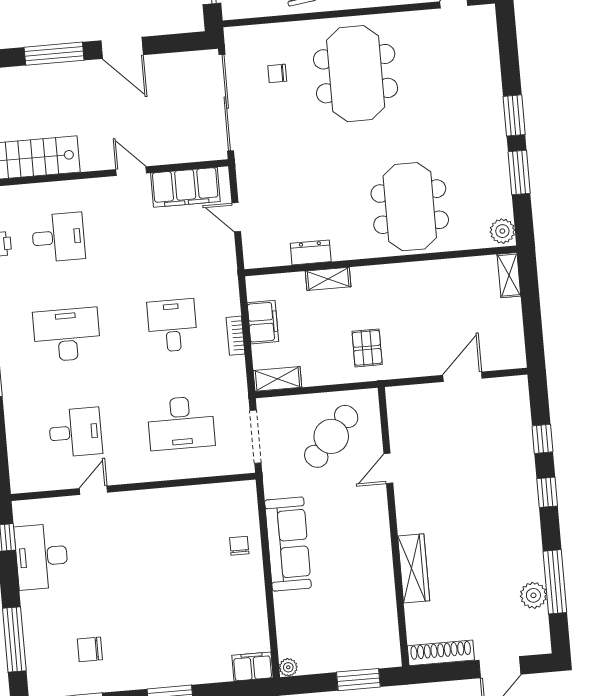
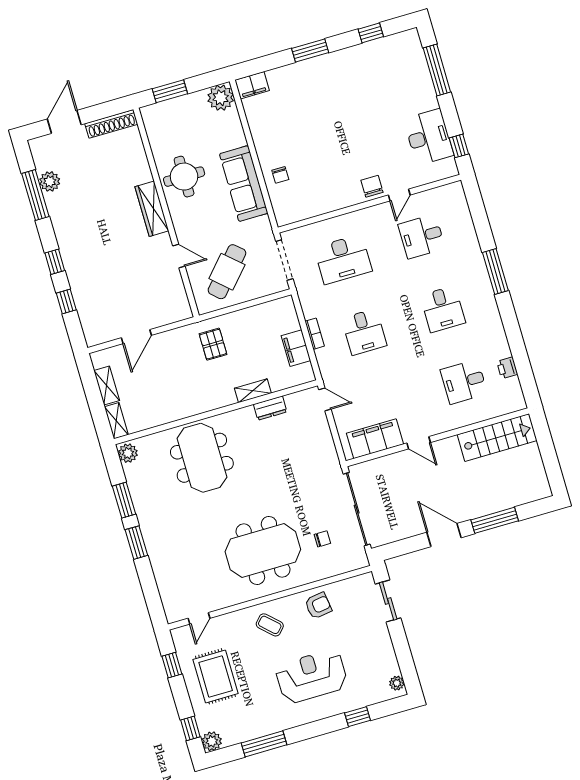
meeting table: (356, 74) -> (263, 551), turned 90
door: (236, 217) -> (325, 399), moved
desk: (67, 335) -> (443, 309), width x0.73
shelving: (277, 379) -> (107, 386), moved, turned 90
desk: (181, 423) -> (343, 259), turned 180
door: (388, 468) -> (179, 256), hinge flipped
round table: (362, 568) -> (184, 177), added
wardrobe: (414, 568) -> (152, 209), moved
chair: (90, 649) -> (372, 186), moved, turned -90
plant: (288, 667) -> (221, 98), width x1.88, depth x1.88

